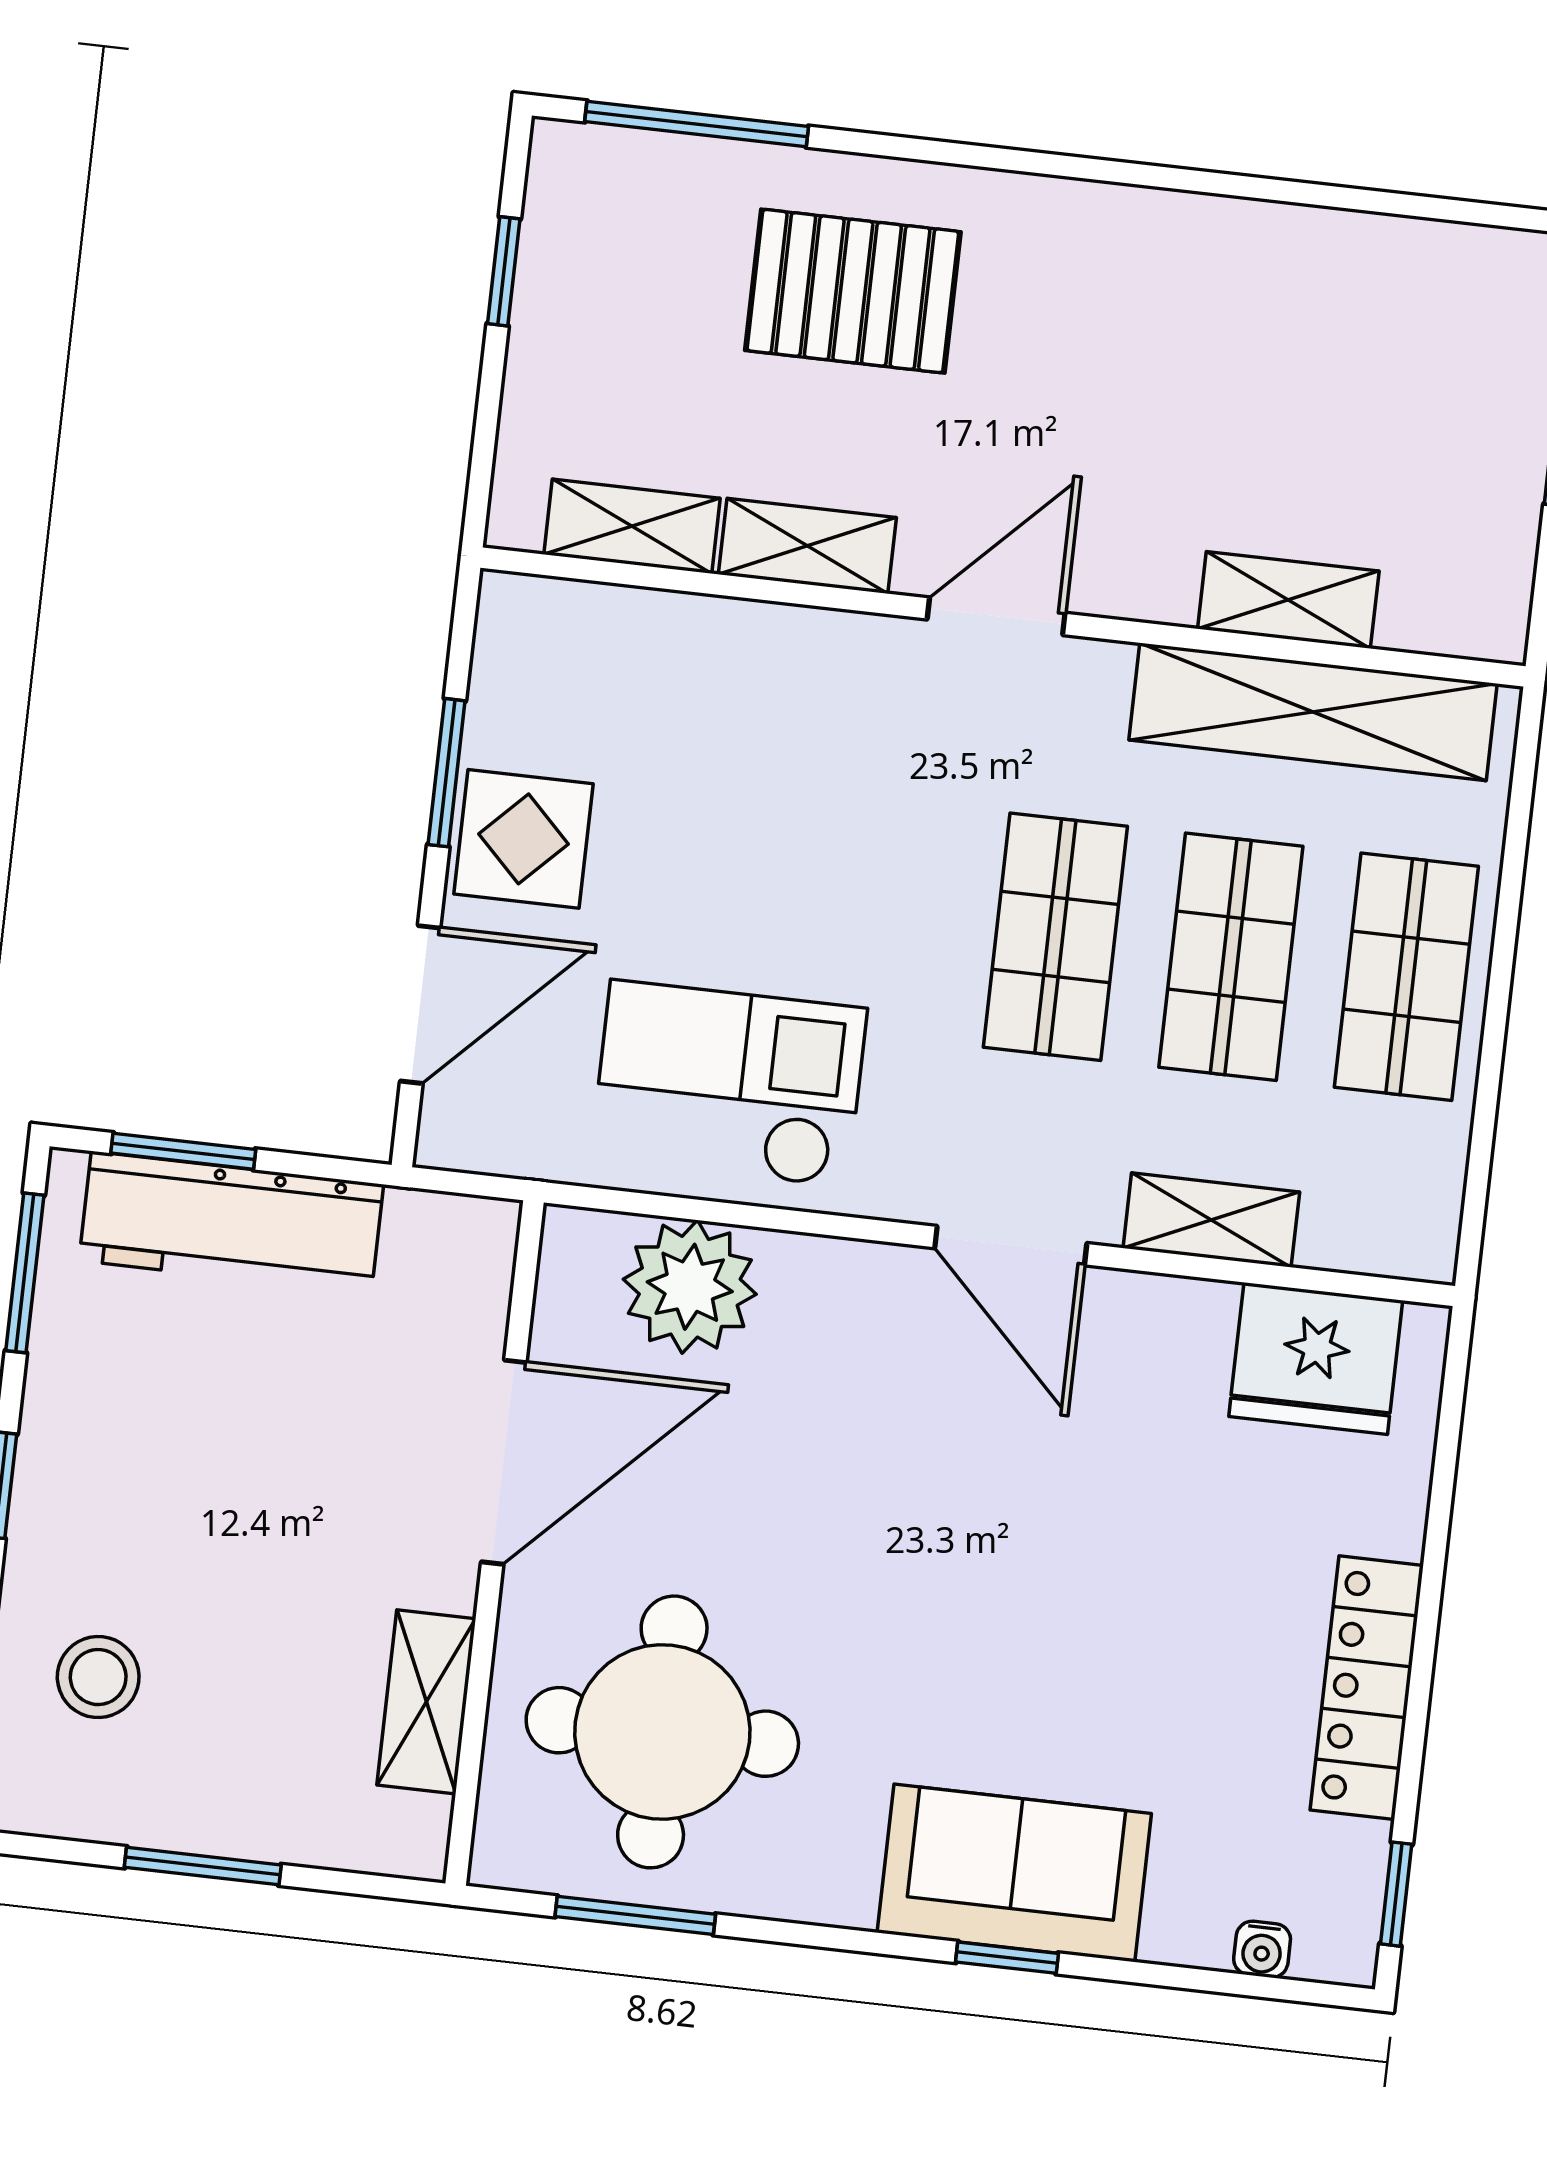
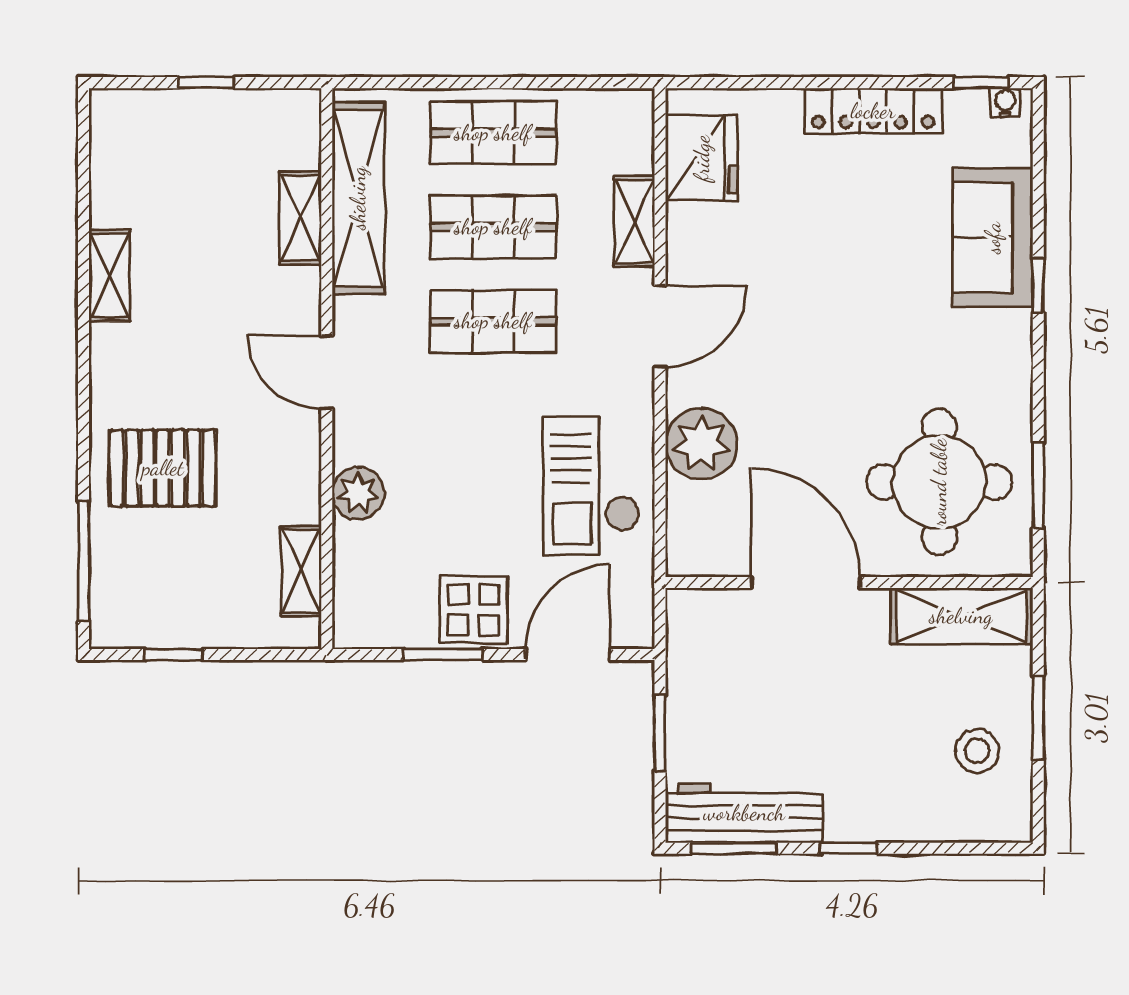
pallet: (853, 291) -> (163, 468), turned 90
shelving: (807, 546) -> (109, 276), moved
plant: (764, 649) -> (358, 493), added
door: (420, 1004) -> (568, 655), hinge flipped
window: (183, 1151) -> (660, 733), moved
workbench: (231, 1223) -> (744, 813), moved, turned -90
plant: (690, 1287) -> (701, 444), moved
stool: (98, 1677) -> (977, 751), moved
shelving: (426, 1702) -> (961, 616), width x1.50, depth x1.33
sofa: (1014, 1873) -> (993, 238), moved
water cooler: (1262, 1949) -> (1005, 103), moved, turned -90

